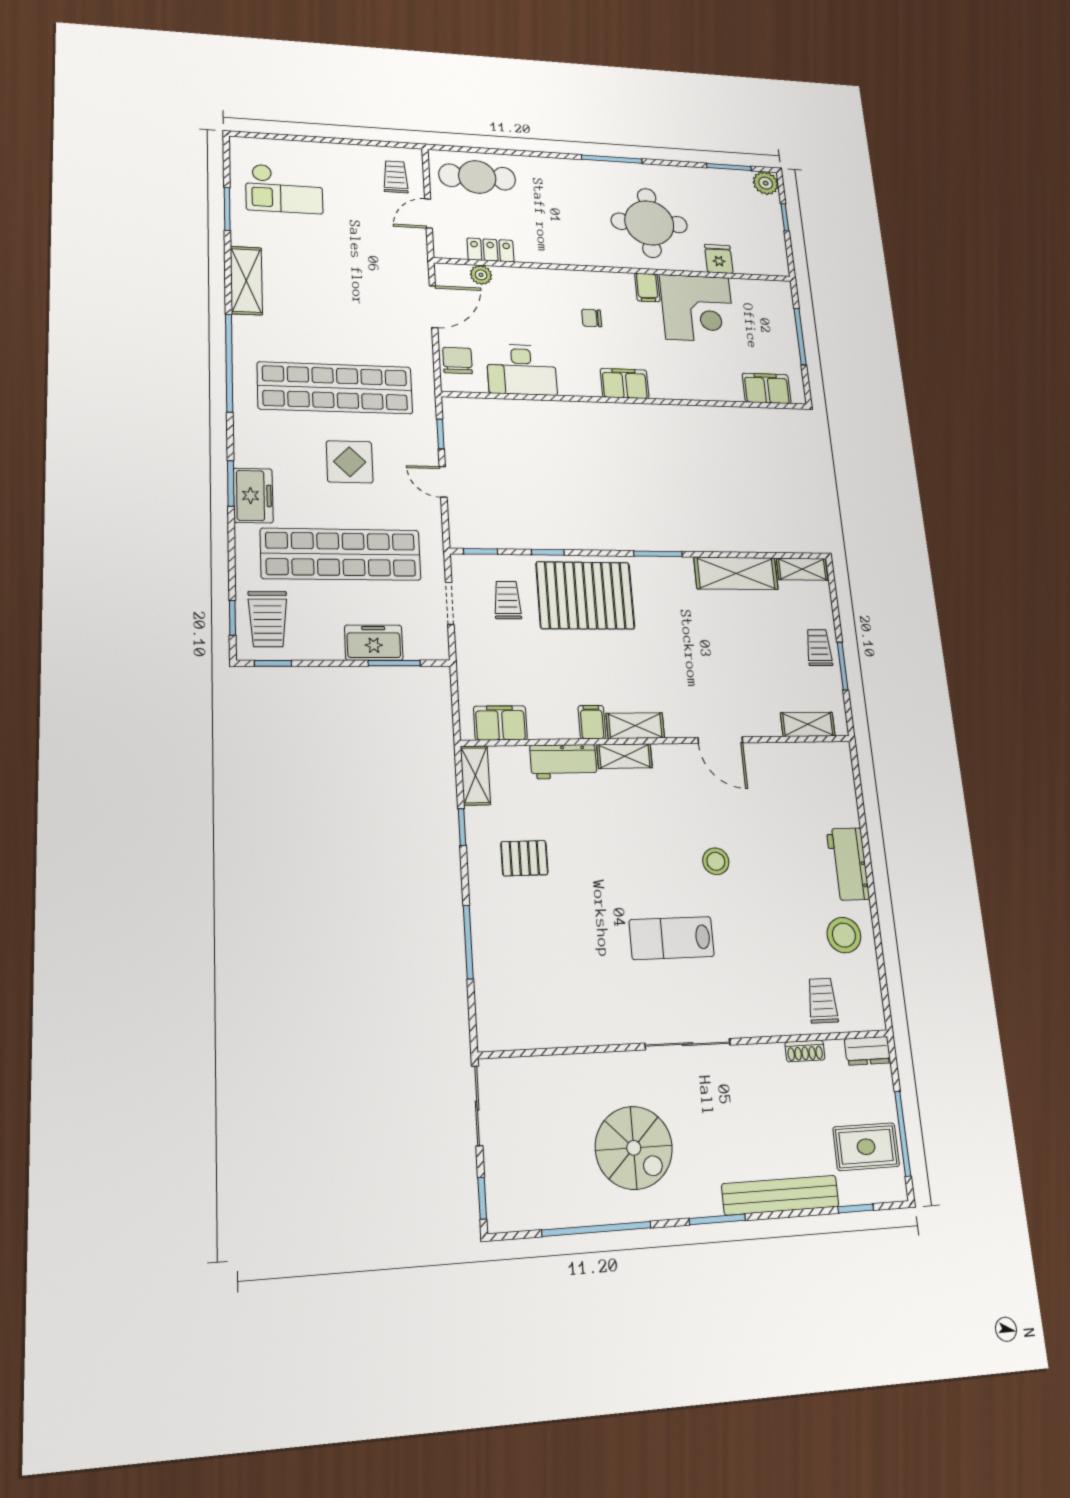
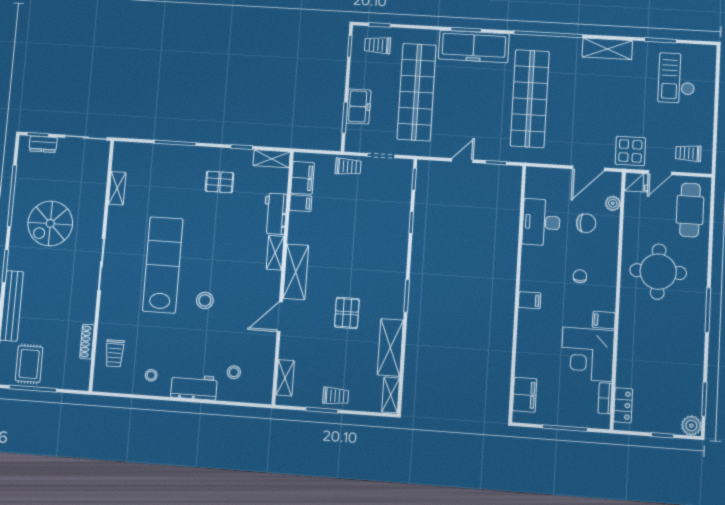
trolley: (396, 177) -> (688, 153), turned 180
door: (428, 213) -> (660, 173), swing flipped
round table: (649, 223) -> (658, 272), moved
locker: (490, 250) -> (623, 405), moved
fridge: (719, 259) -> (636, 182), moved
bookcase: (751, 287) -> (605, 398), added
door: (434, 307) -> (588, 168), hinge flipped
chair: (457, 360) -> (586, 223), moved
filing cabinet: (625, 383) -> (530, 300), width x0.50
display table: (350, 462) -> (630, 151), moved
freezer: (253, 496) -> (474, 46), width x1.91, depth x1.26
pallet: (585, 595) -> (347, 313), moved, width x0.49, depth x0.50
trolley: (507, 600) -> (348, 166), moved
trolley: (268, 619) -> (378, 45), width x0.73, depth x0.72
filing cabinet: (592, 722) -> (301, 203), moved
shelving: (635, 726) -> (296, 272), width x1.50, depth x1.33
stool: (815, 803) -> (234, 372), added
pallet: (524, 858) -> (219, 182), turned 90
stool: (844, 935) -> (151, 375), width x0.53, depth x0.53
lab bench: (672, 938) -> (163, 265), width x1.86, depth x1.39
trolley: (822, 1001) -> (115, 353), turned 90
shelving: (558, 1035) -> (117, 188), added
shoe rack: (805, 1051) -> (87, 342), width x1.43
dresser: (868, 1051) -> (43, 144), moved, turned -90

